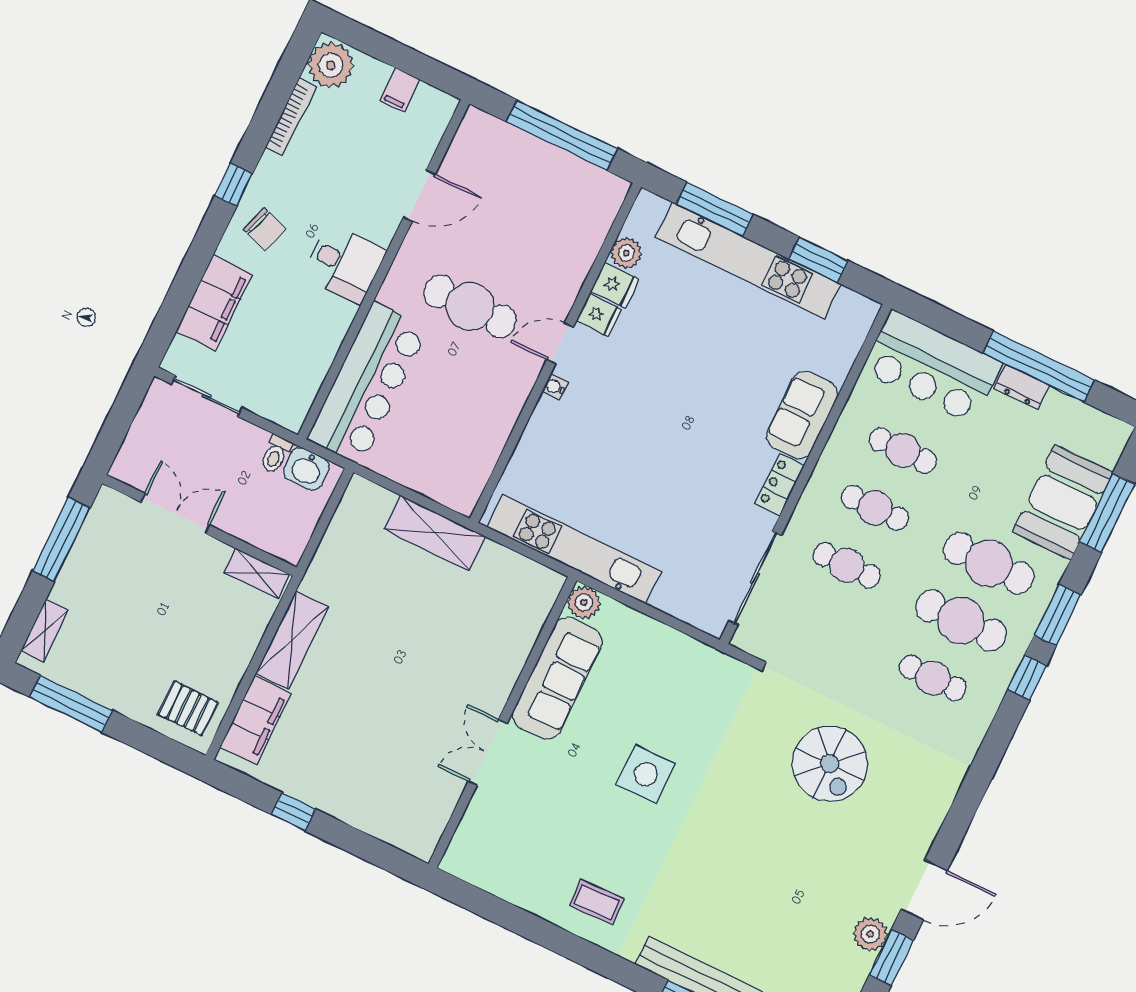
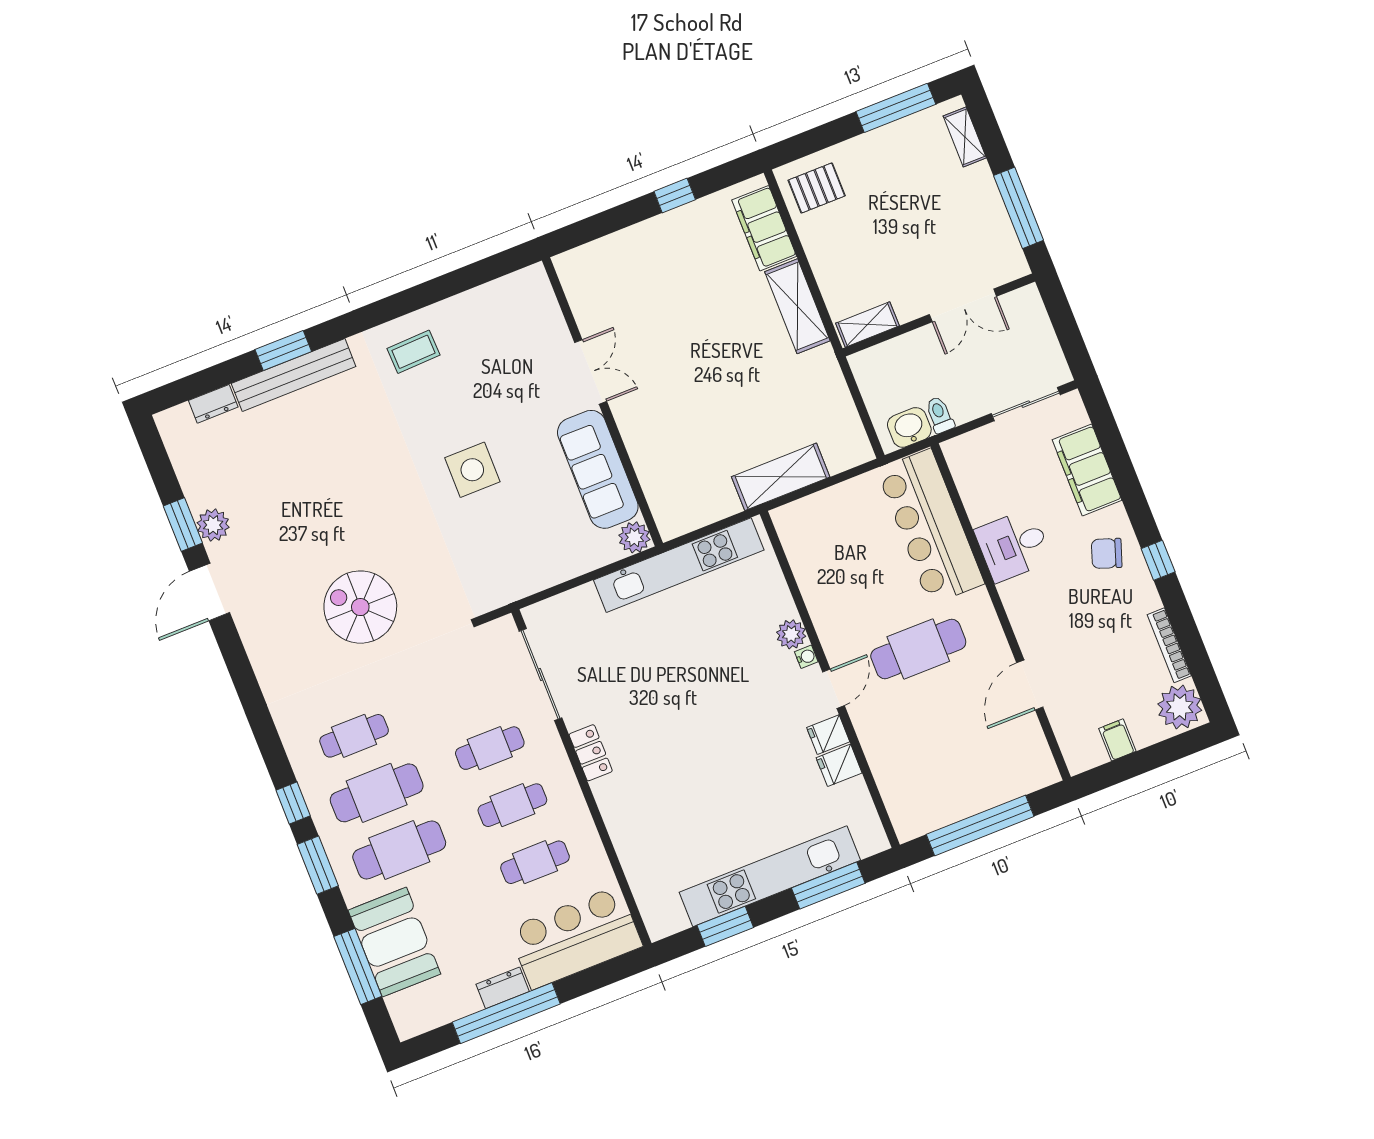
plant: (626, 253) -> (791, 634), moved
desk: (345, 264) -> (1013, 545), moved
sofa: (802, 415) -> (625, 814), removed

